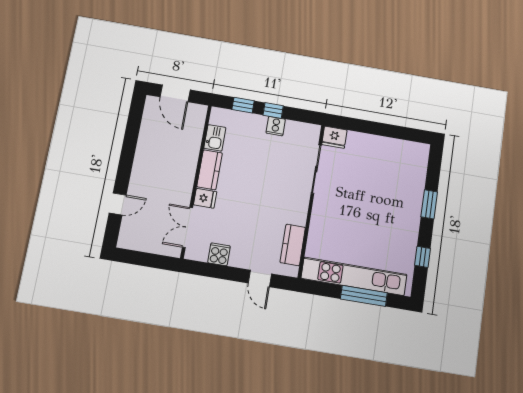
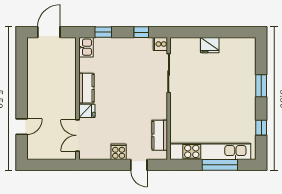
door: (175, 93) -> (49, 32), swing flipped
window: (273, 110) -> (141, 32), moved
cooker: (276, 126) -> (160, 44), moved, turned 90
fridge: (334, 137) -> (210, 45), moved
kitchen sink: (215, 138) -> (86, 47), moved
cooker: (219, 254) -> (119, 152), moved

